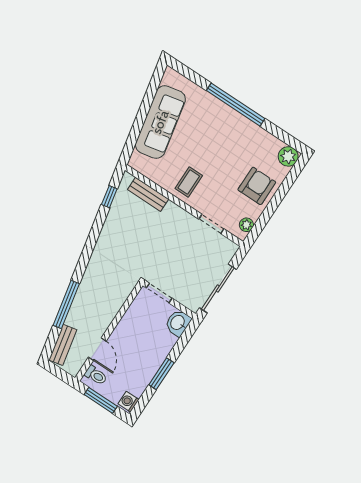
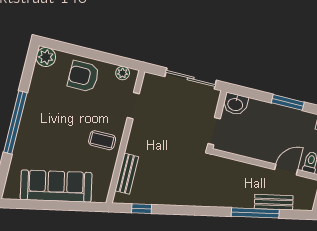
bench: (63, 345) -> (274, 202), moved

